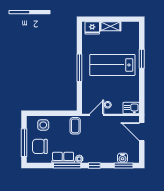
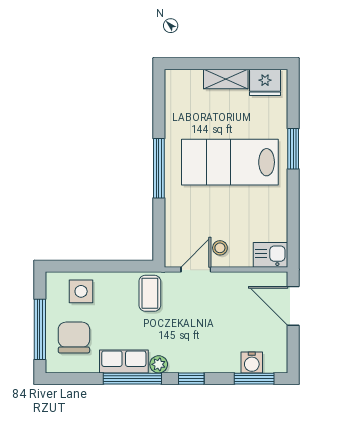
fridge: (92, 28) -> (265, 82), moved
chair: (40, 146) -> (74, 338), turned 90

